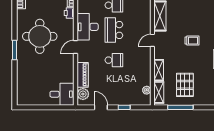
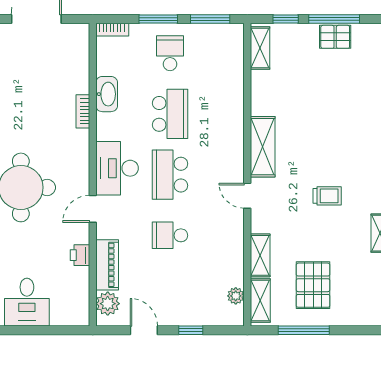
printer: (69, 13) -> (80, 255), moved
door: (152, 40) -> (247, 196), hinge flipped
school desk: (114, 60) -> (170, 235), turned 180
desk: (62, 94) -> (27, 302), moved, turned 90

